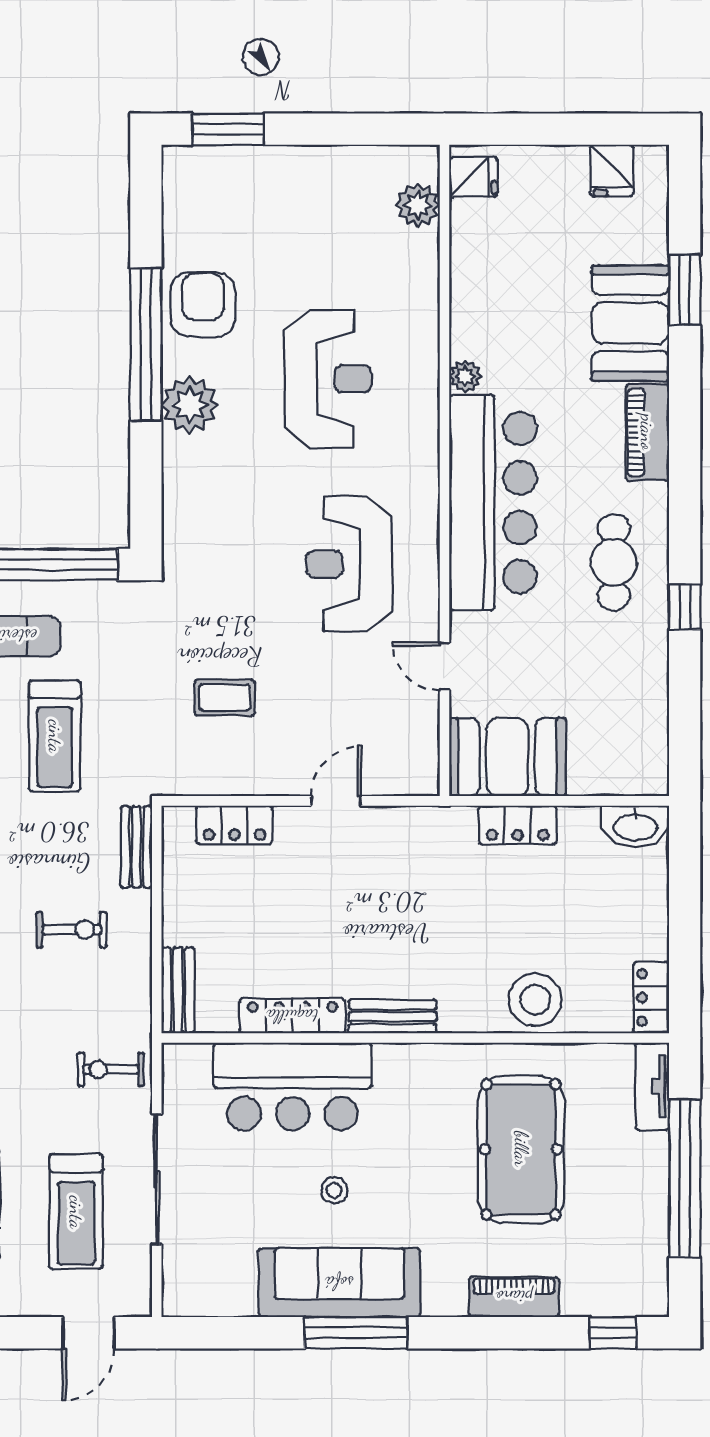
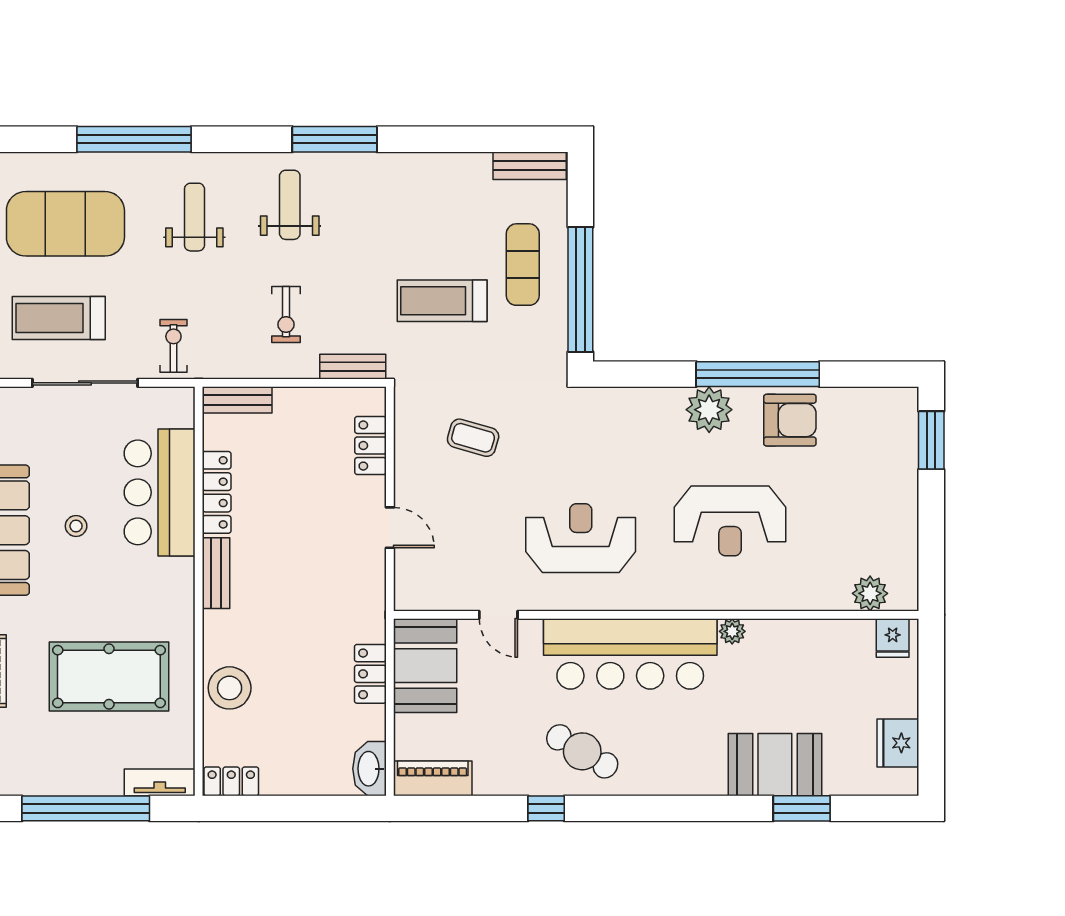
fridge: (612, 170) -> (898, 743), width x1.38
piano: (647, 432) -> (433, 778), moved
cafe table: (614, 562) -> (582, 751), turned 31
door: (444, 666) -> (498, 615), swing flipped
coffee table: (225, 698) -> (473, 438), turned -74

